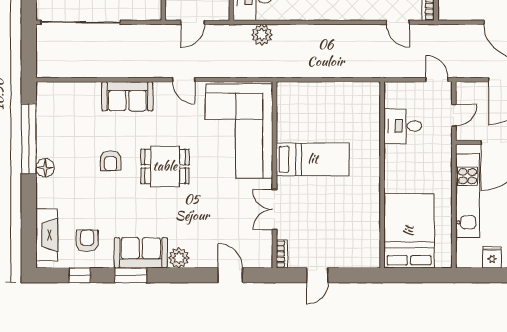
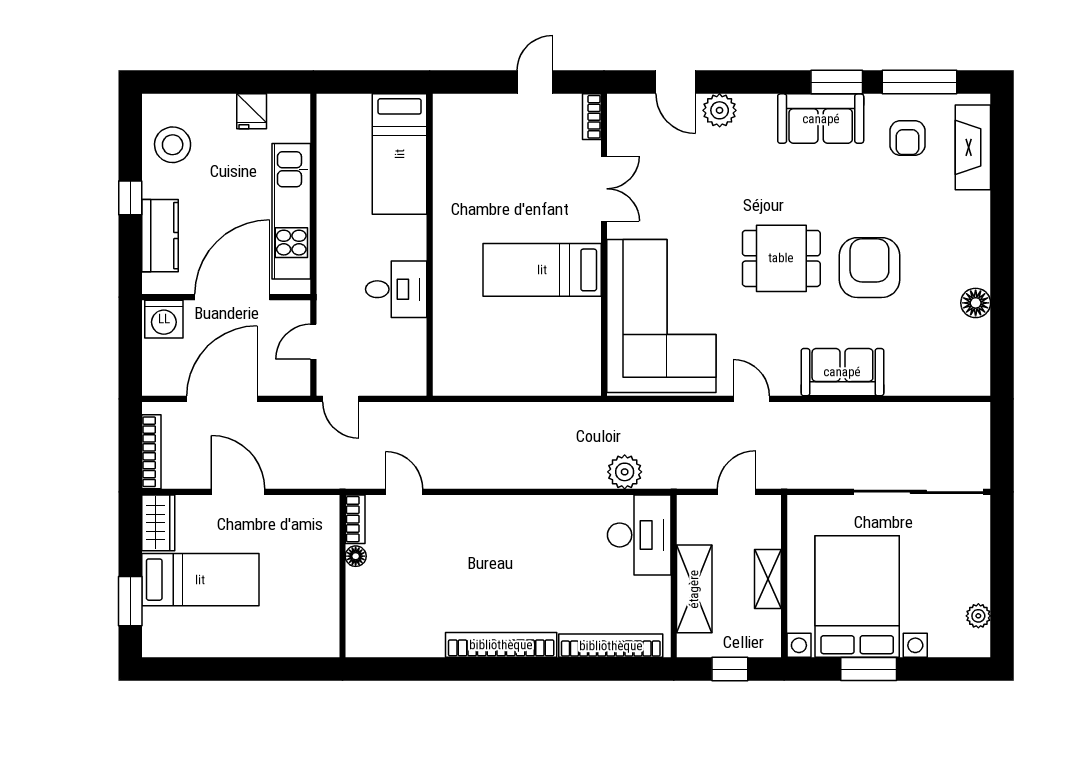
desk: (403, 126) -> (396, 289), moved
window: (29, 139) -> (1002, 303), removed
armchair: (111, 161) -> (869, 268), width x1.88, depth x1.88
floor lamp: (45, 168) -> (976, 303), moved
bed: (409, 231) -> (400, 154), width x0.67
plant: (179, 258) -> (720, 110), moved
window: (80, 275) -> (919, 82), width x2.17

